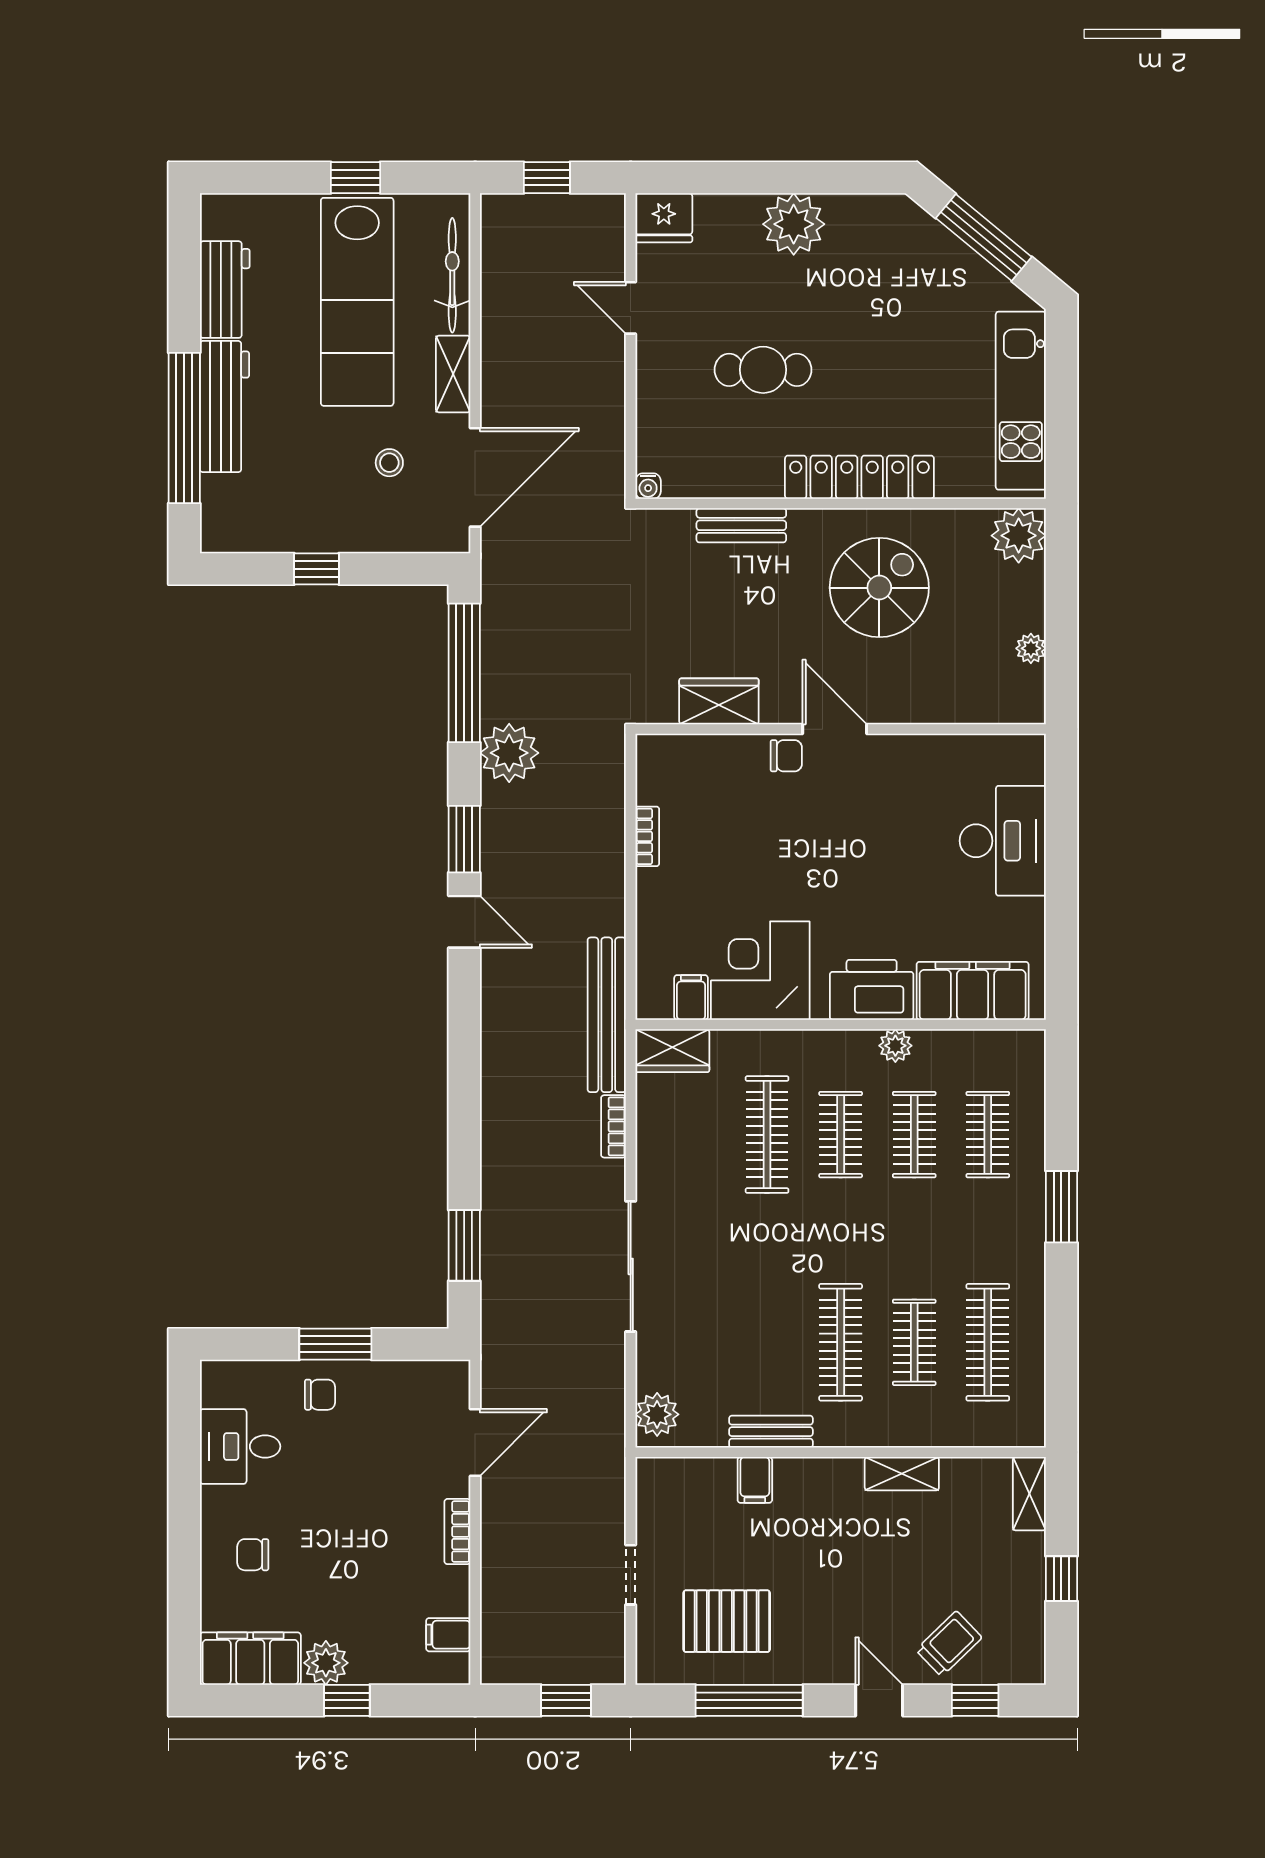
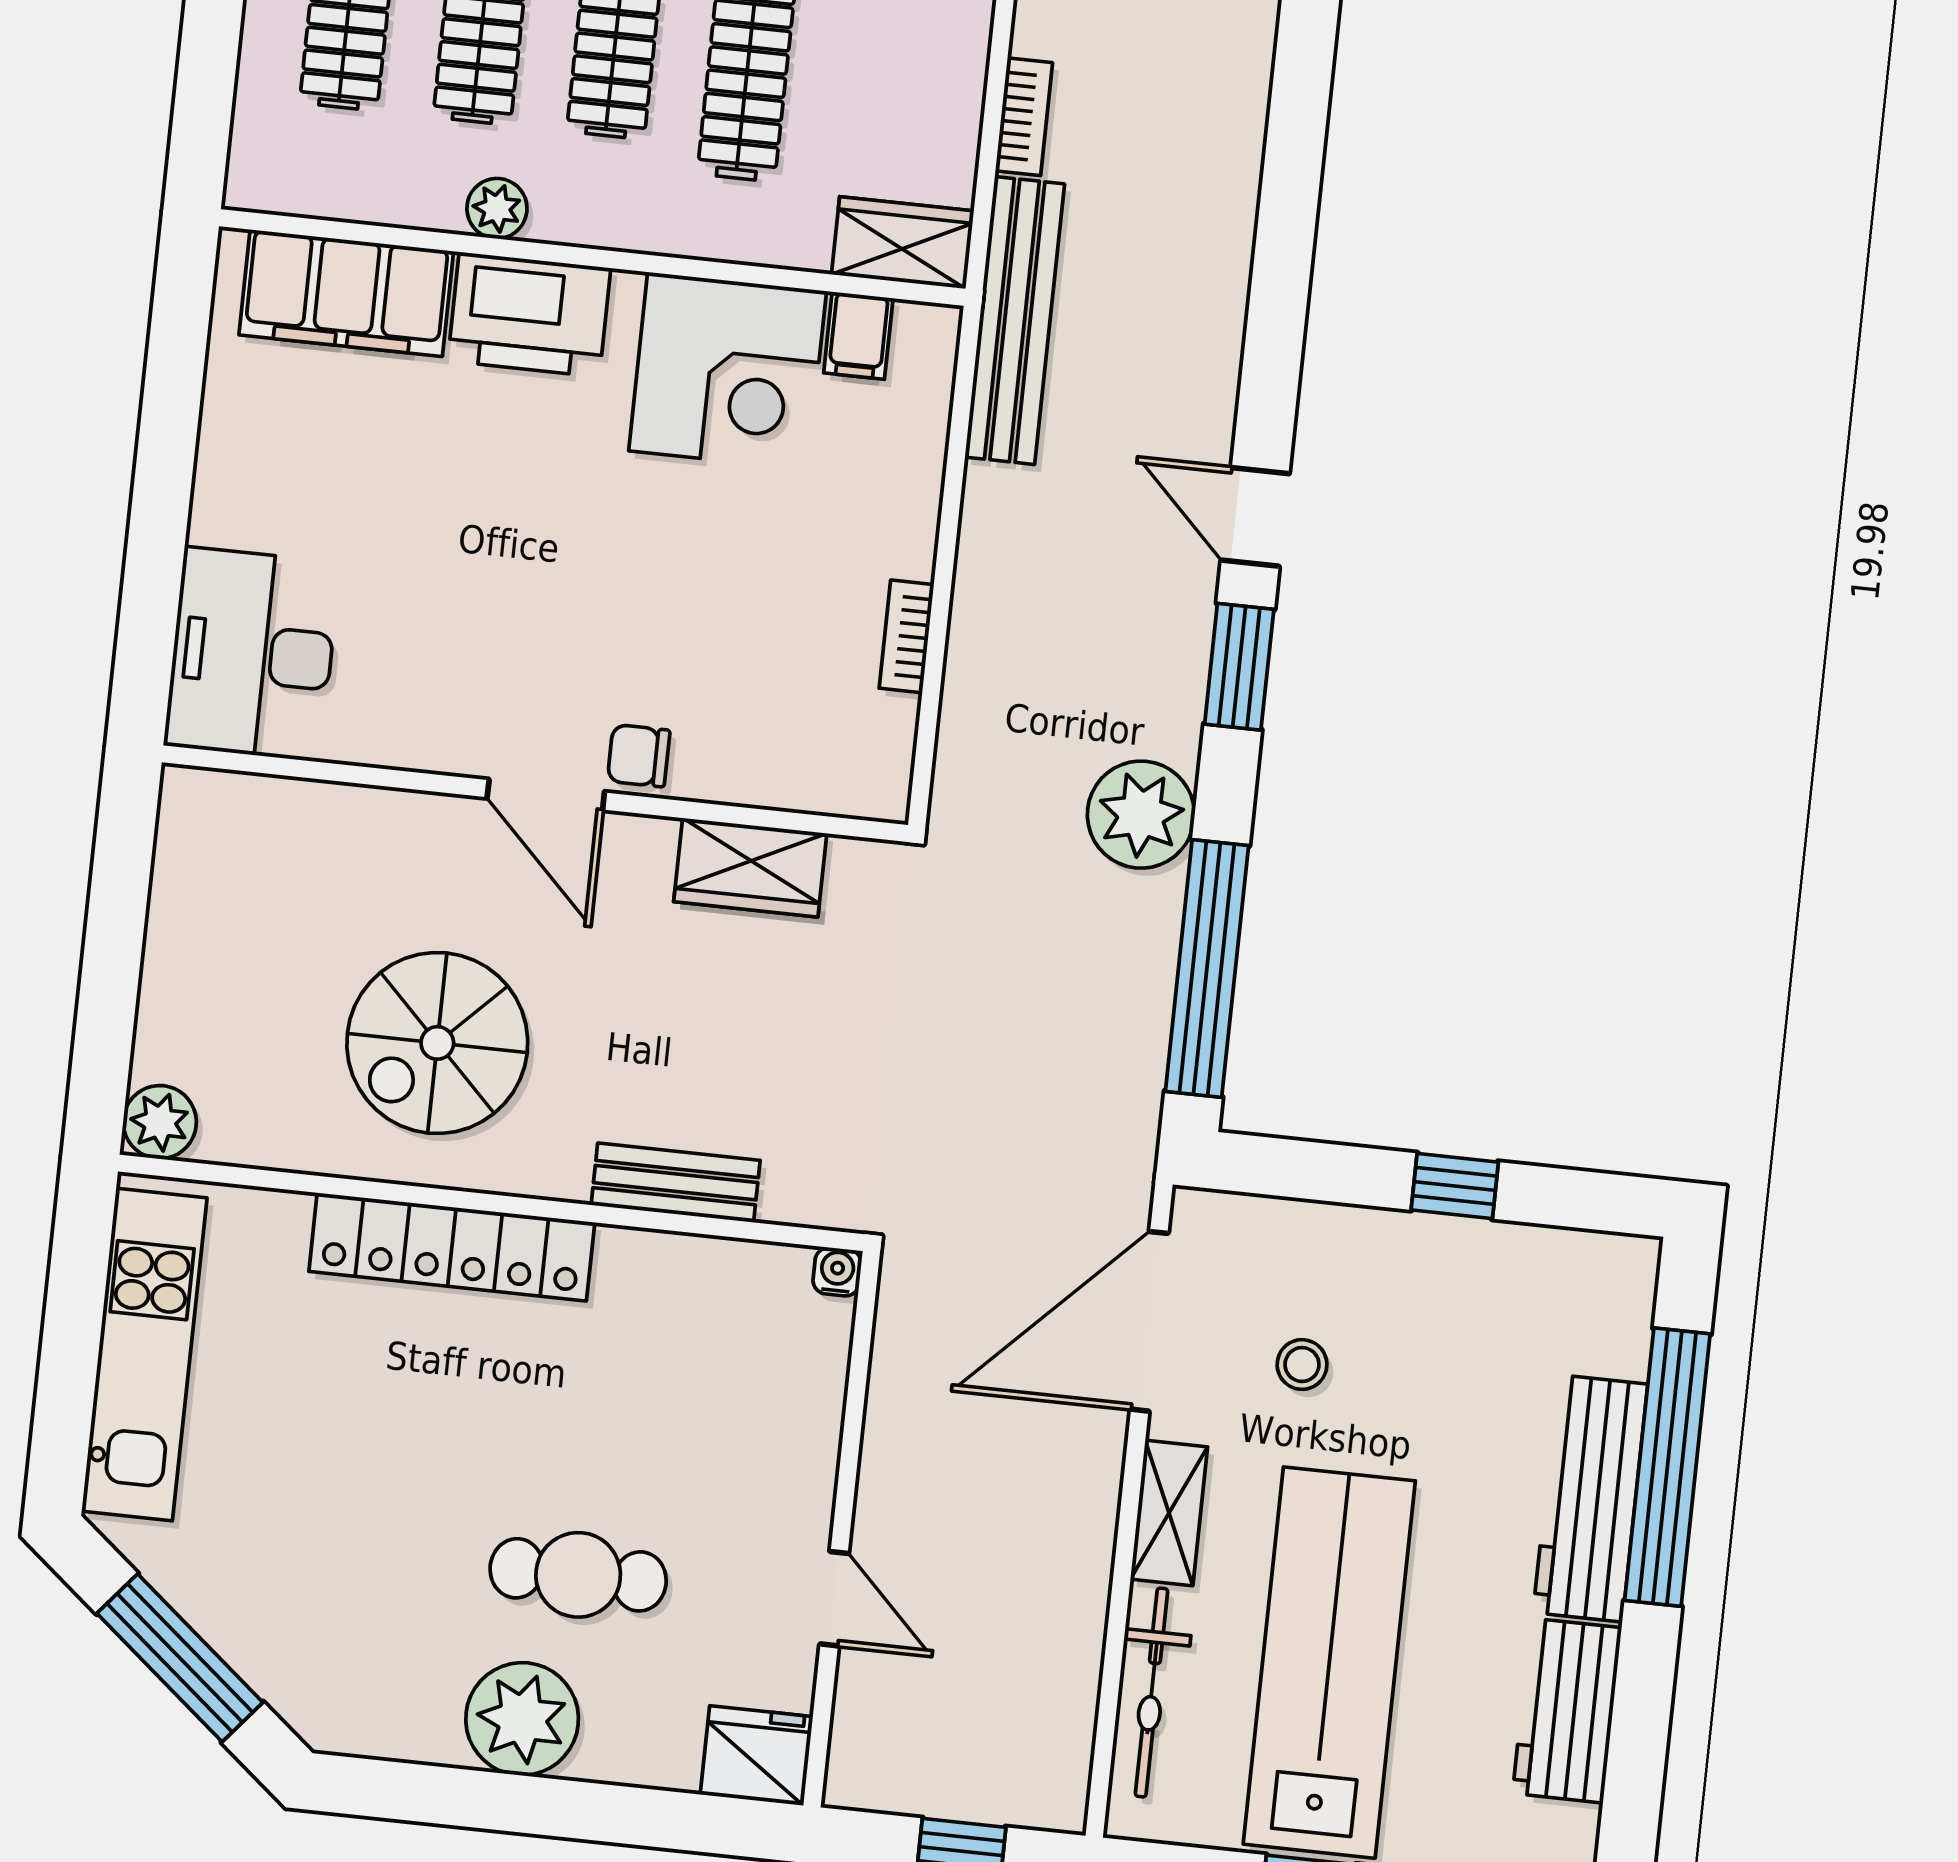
cafe table: (763, 370) -> (578, 1575), moved
plant: (1019, 536) -> (160, 1122), width x0.73, depth x0.73
plant: (1031, 648) -> (174, 903), removed
desk: (1003, 841) -> (252, 654), moved

